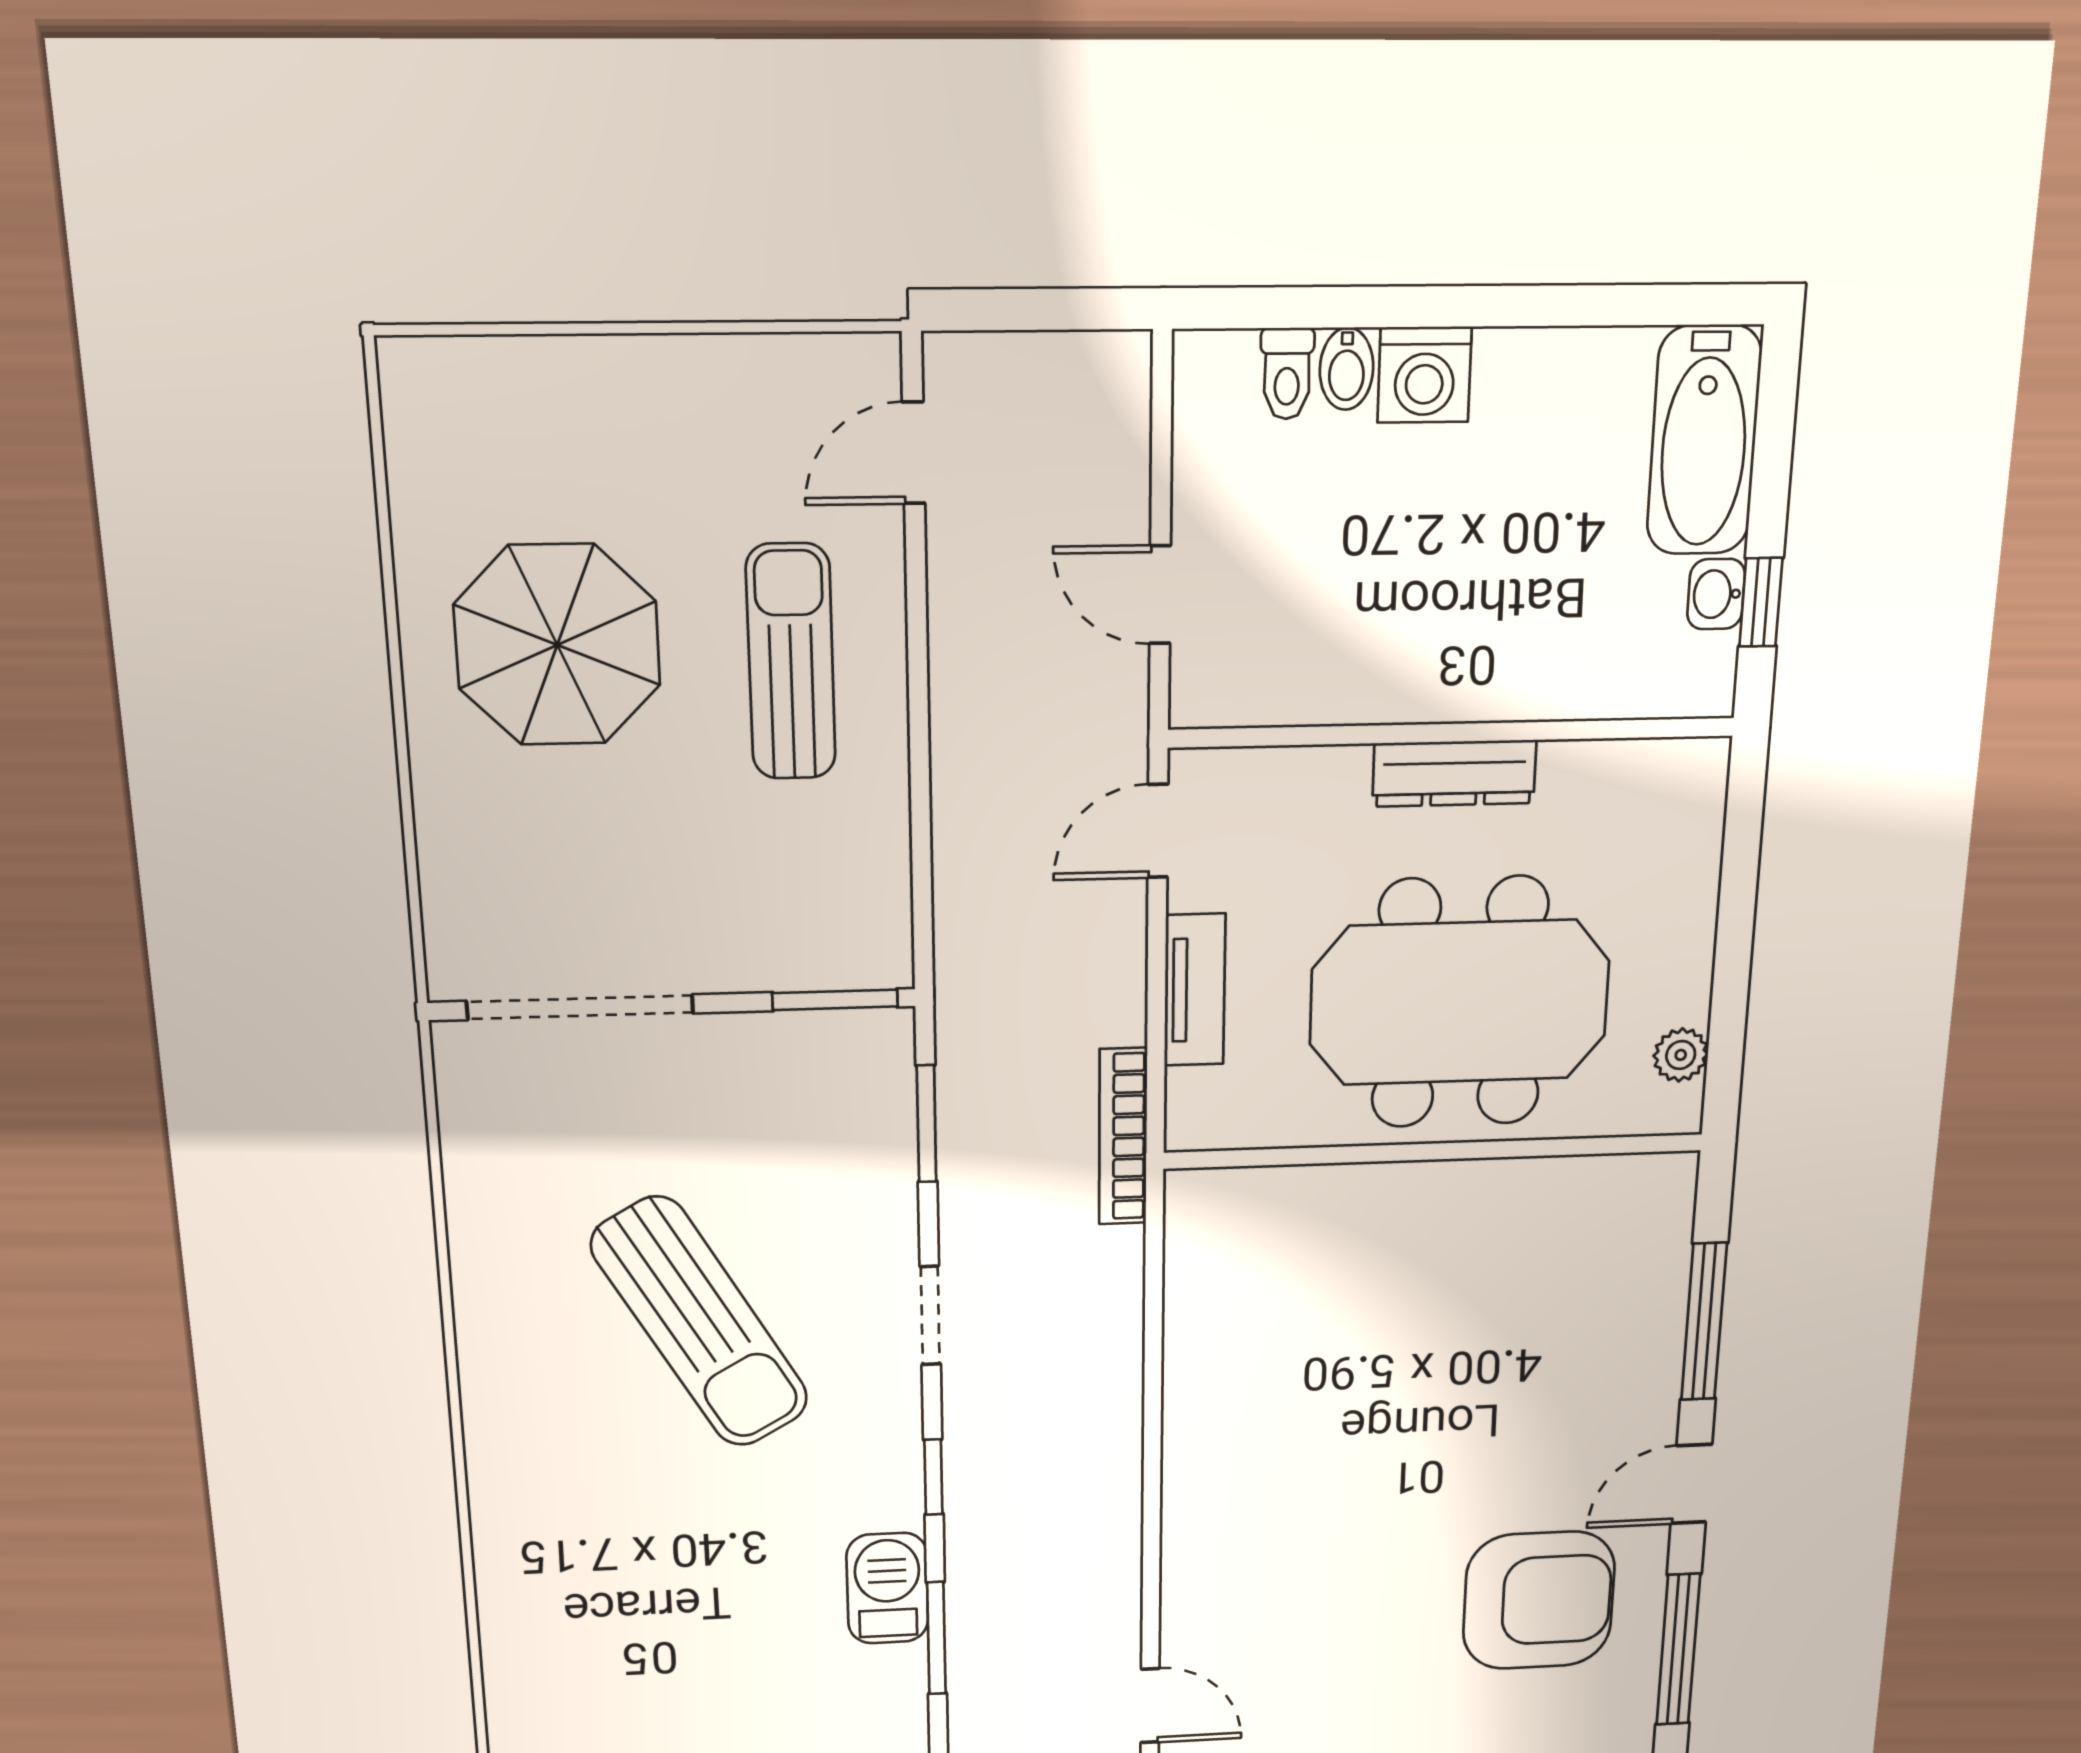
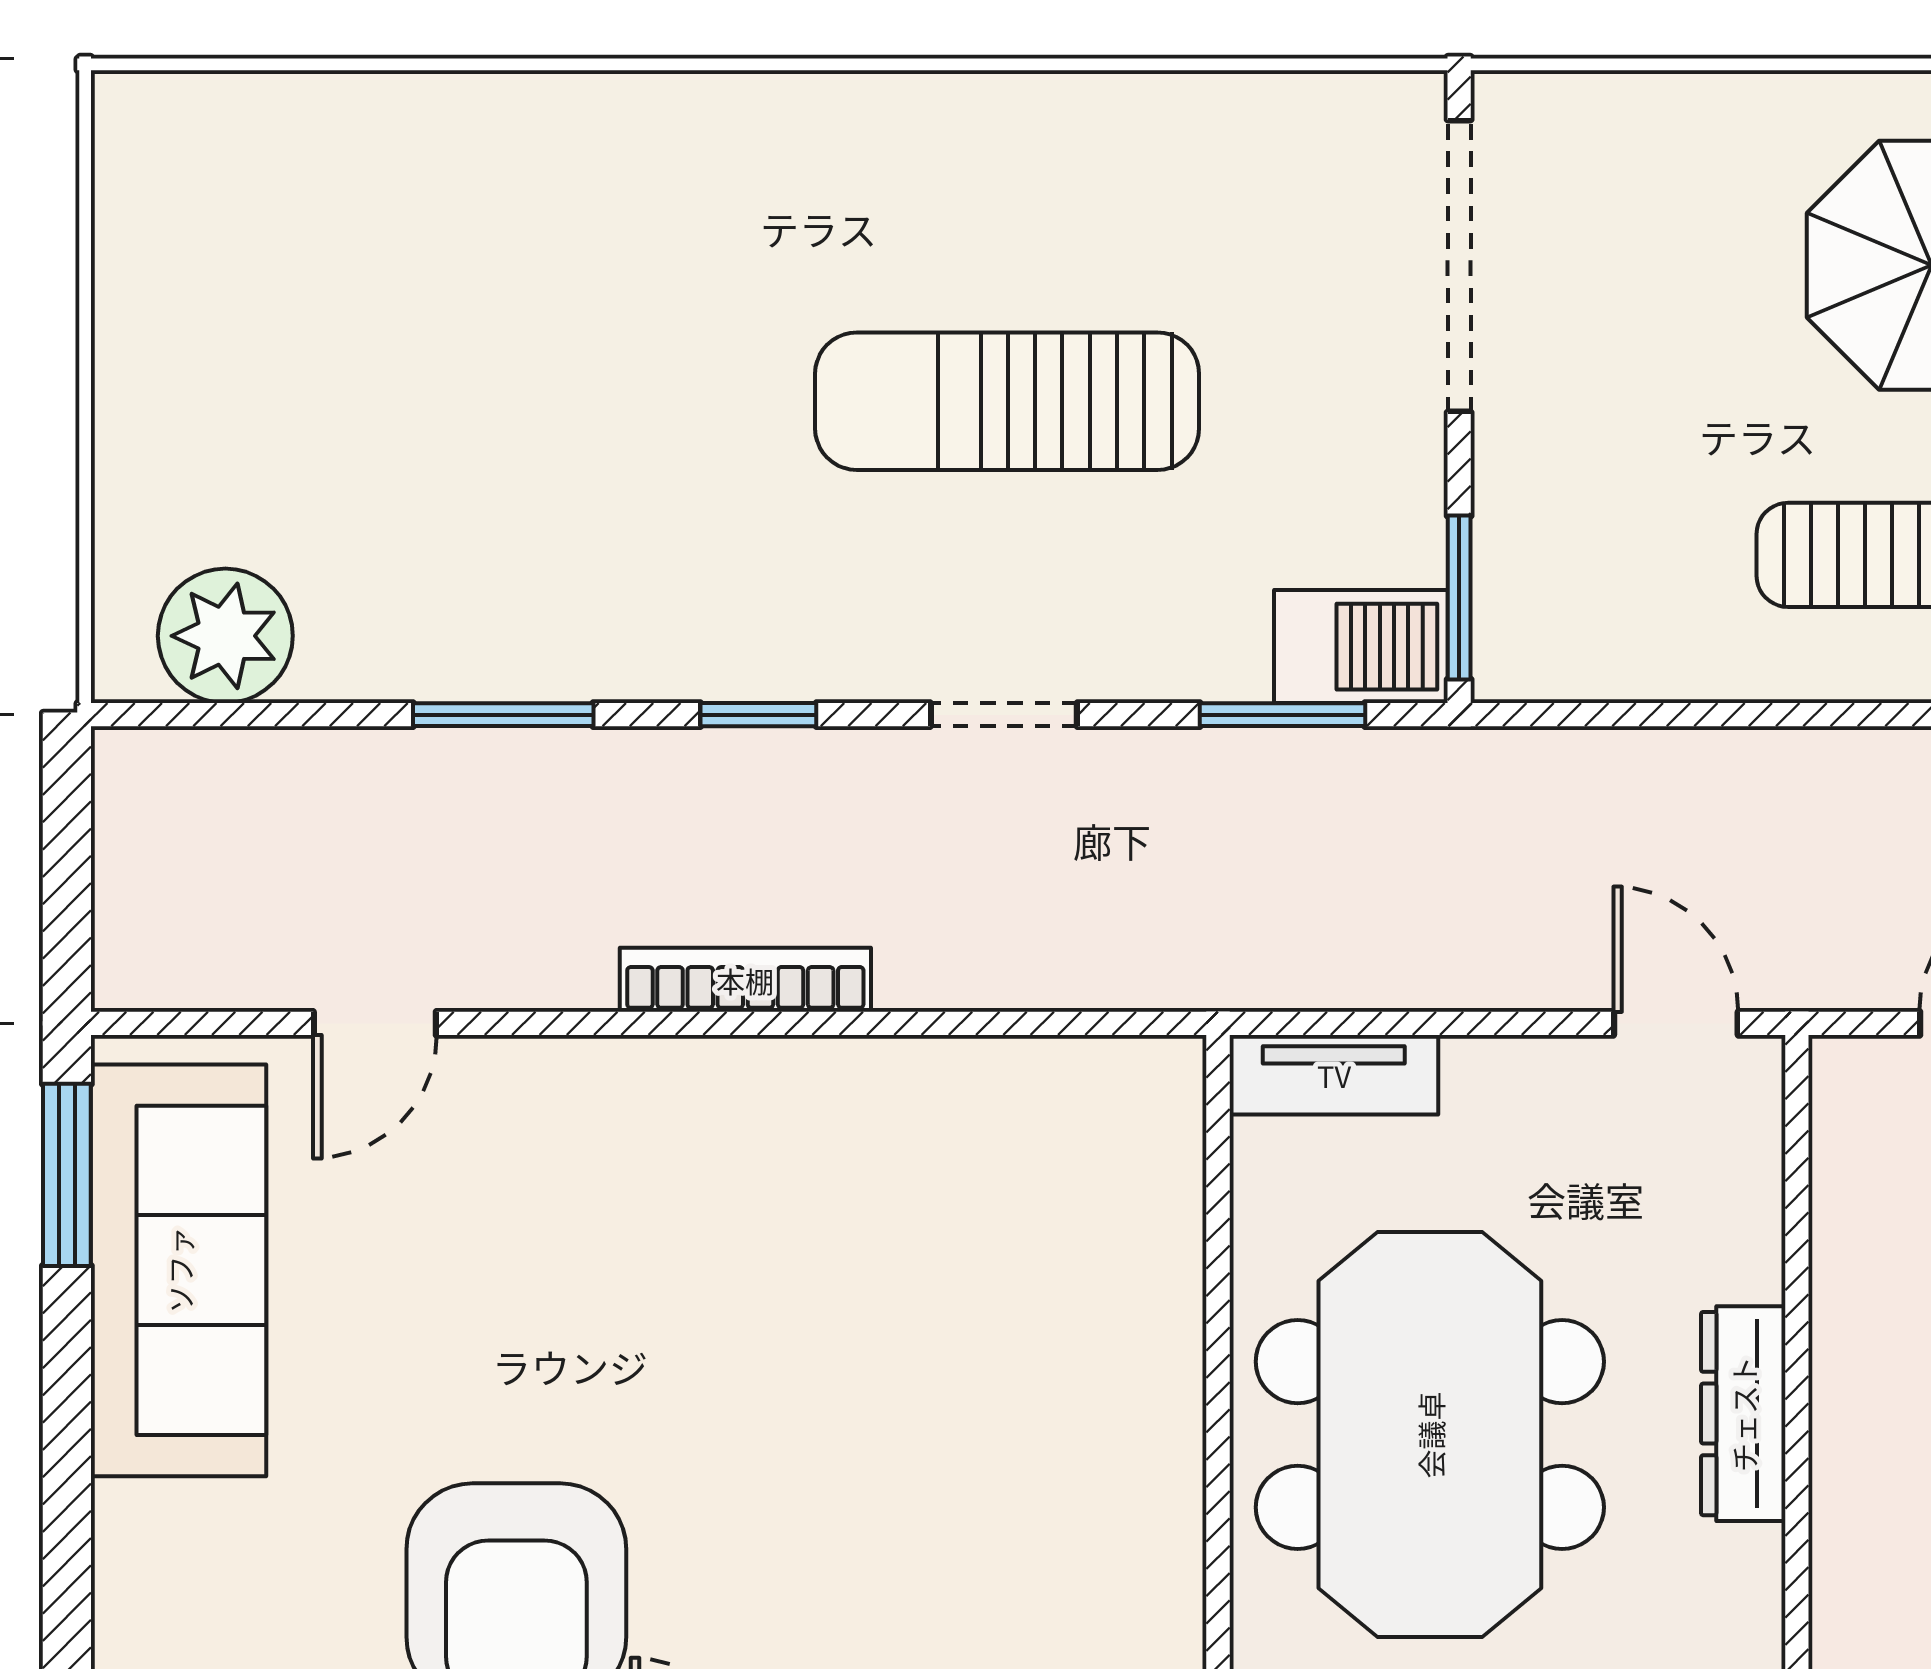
tv unit: (1195, 990) -> (1334, 1075), moved
bookcase: (1123, 1137) -> (745, 980), moved
sun lounger: (700, 1322) -> (1007, 401), turned 30
barbecue: (887, 1588) -> (1361, 647), moved

